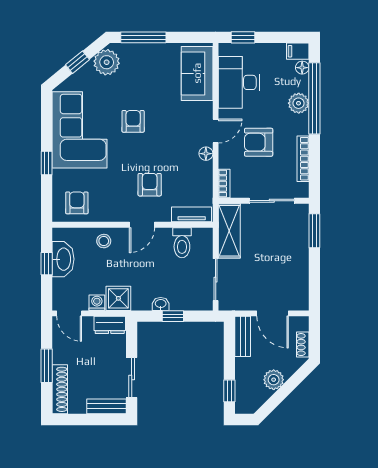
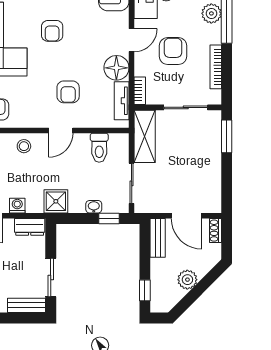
armchair: (133, 121) -> (52, 31), turned 180
armchair: (259, 142) -> (173, 51), turned 90
floor lamp: (206, 154) -> (116, 68), width x1.89, depth x1.89
armchair: (150, 185) -> (68, 92), turned 180
tv unit: (192, 214) -> (122, 101), moved, turned -90
shower: (118, 298) -> (56, 201), moved
washbasin: (161, 304) -> (94, 207), moved
window: (173, 316) -> (109, 218), moved
shoe rack: (303, 345) -> (215, 231), moved

